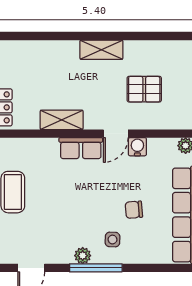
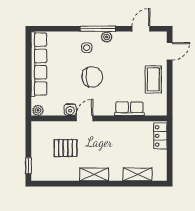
shelving: (62, 120) -> (137, 174), moved
row of seats: (81, 148) -> (129, 109), moved
chair: (134, 210) -> (92, 77), moved, width x1.87, depth x1.87

